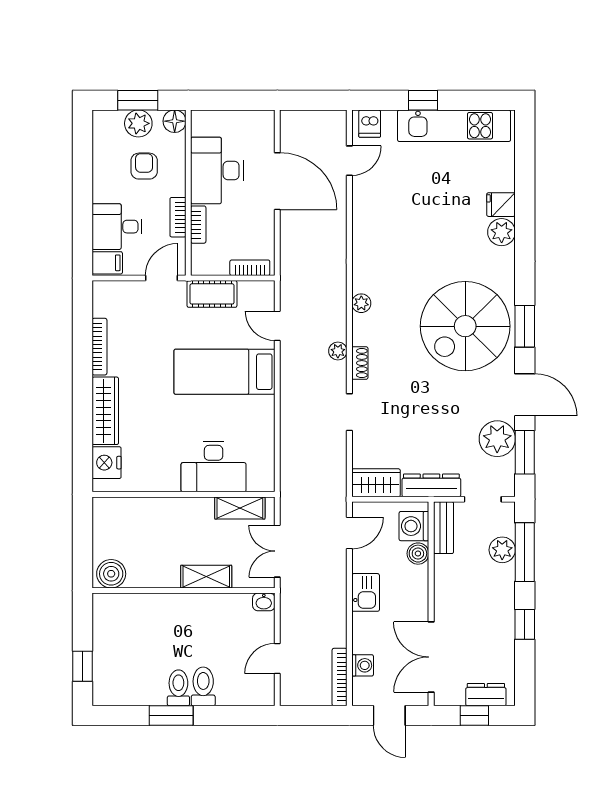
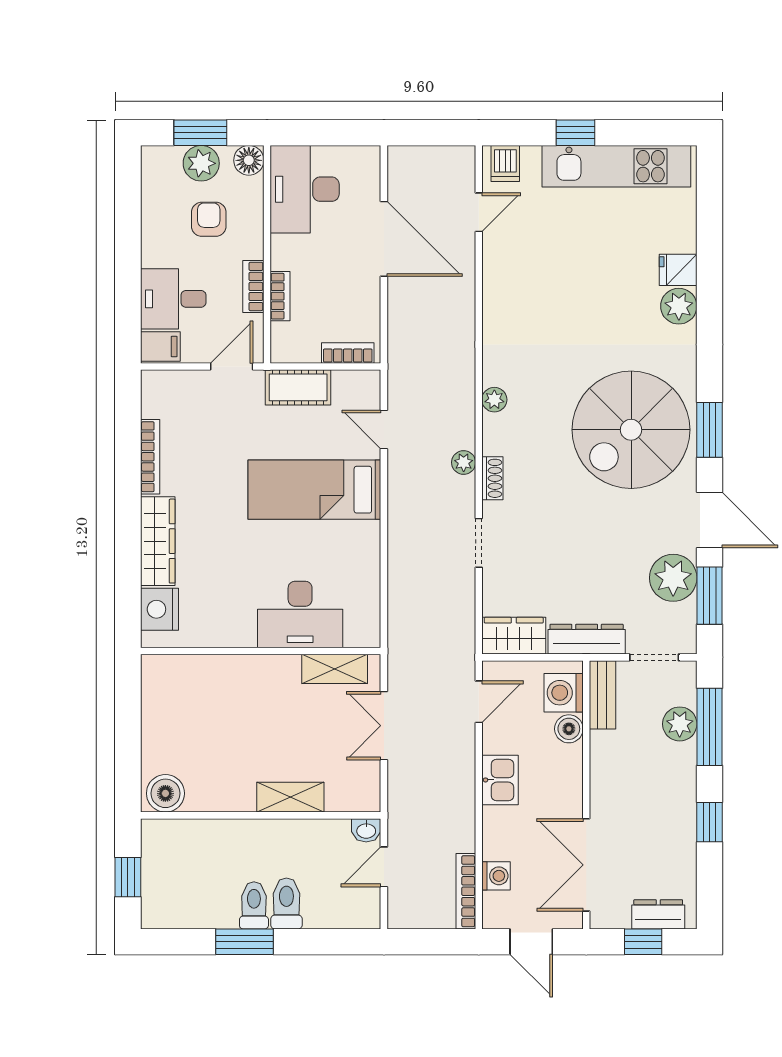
desk: (217, 170) -> (305, 189), moved
boiler: (111, 574) -> (165, 793), moved
shelving: (206, 577) -> (290, 797), moved
wall: (184, 591) -> (261, 815), moved
washbasin: (264, 602) -> (366, 830), moved

